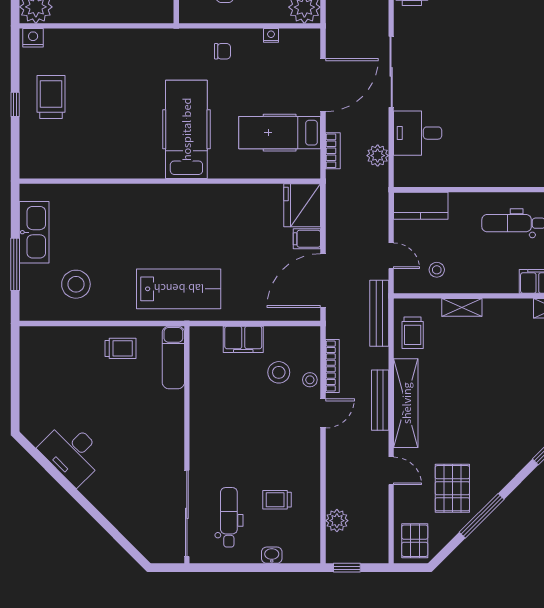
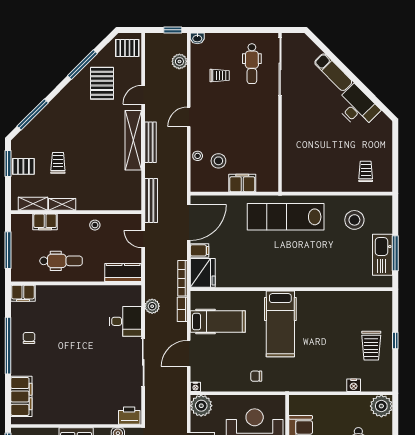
nightstand: (271, 35) -> (195, 387), moved
nightstand: (33, 38) -> (354, 385), moved
door: (323, 85) -> (189, 353), width x0.73
window: (15, 264) -> (395, 253), moved
stool: (437, 270) -> (95, 225), moved
lab bench: (179, 289) -> (286, 217), width x1.36
shelving: (462, 307) -> (62, 204), moved
trolley: (413, 333) -> (58, 163), moved
trolley: (121, 348) -> (366, 171), moved, turned 90
exam couch: (173, 357) -> (333, 72), moved, turned 135
bookcase: (332, 366) -> (182, 278), moved
door: (323, 413) -> (189, 117), moved
door: (391, 471) -> (143, 95), hinge flipped
pallet: (415, 541) -> (127, 48), turned 90
washbasin: (272, 555) -> (197, 38), moved

